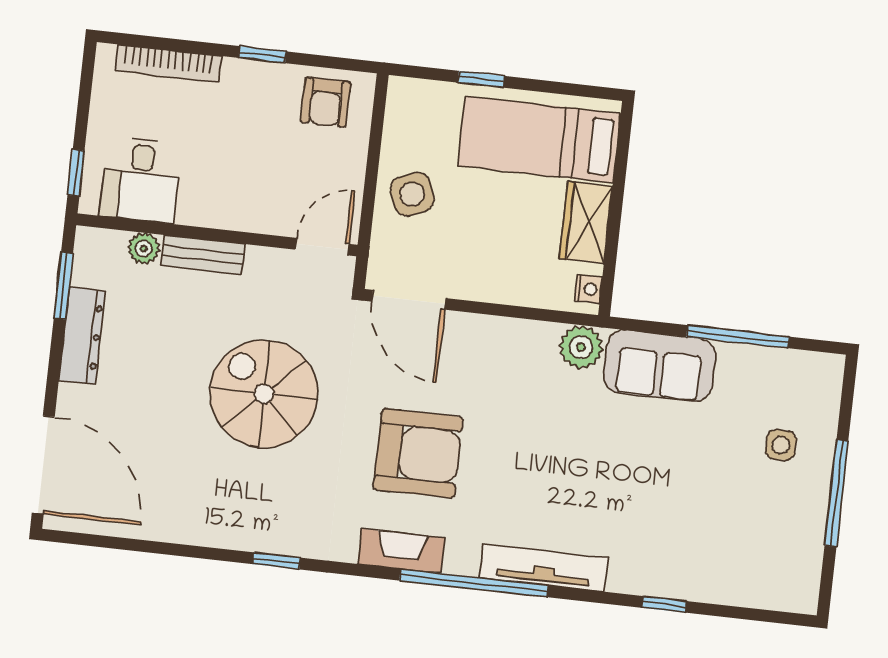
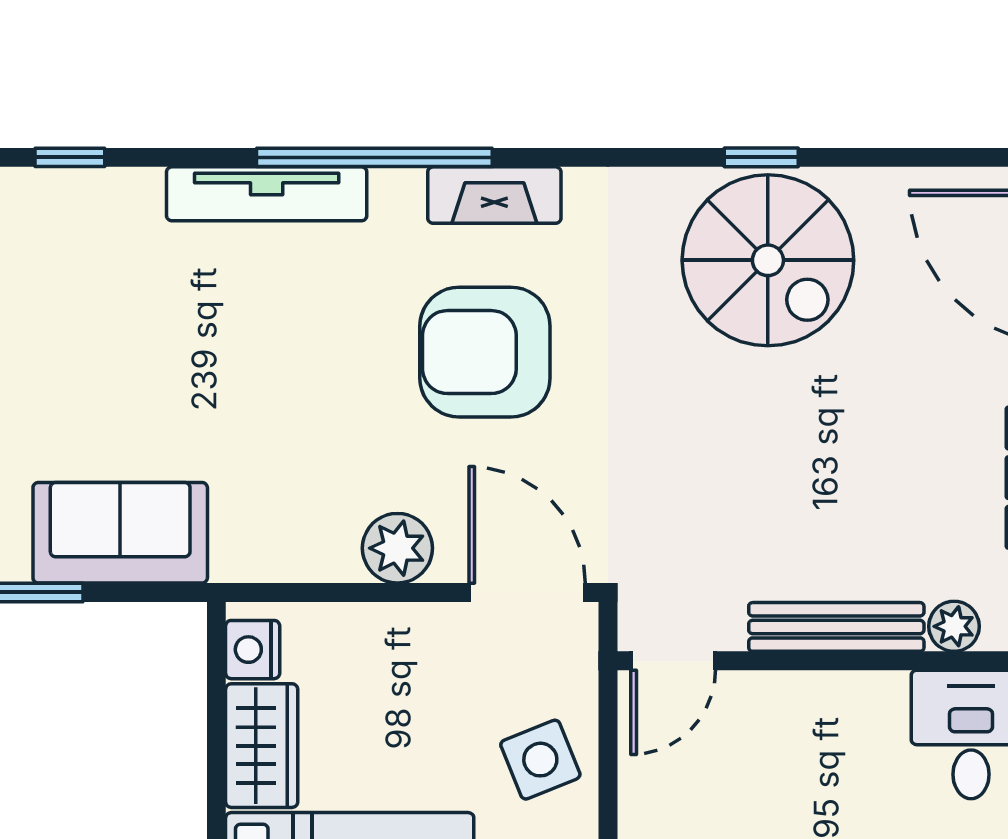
bench: (203, 255) -> (836, 627), width x1.36
nightstand: (589, 289) -> (253, 650), width x1.39, depth x1.35
plant: (581, 347) -> (397, 548), moved
spiral stairs: (264, 394) -> (768, 260), moved
window: (276, 561) -> (761, 157), moved

